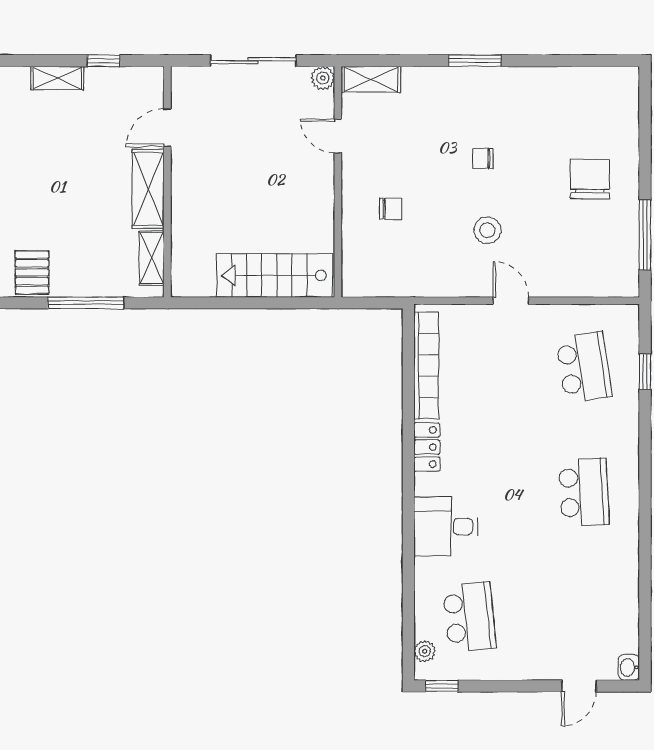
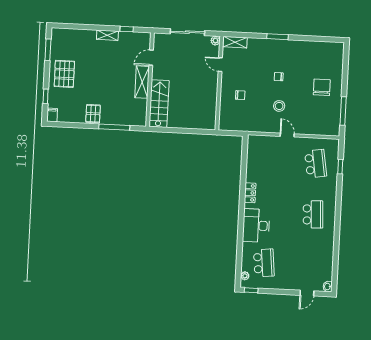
shelving: (152, 258) -> (142, 110), removed
stairs: (275, 275) -> (159, 104), moved, turned 90
bookcase: (426, 365) -> (251, 160), removed
desk: (446, 527) -> (256, 226), width x1.37

